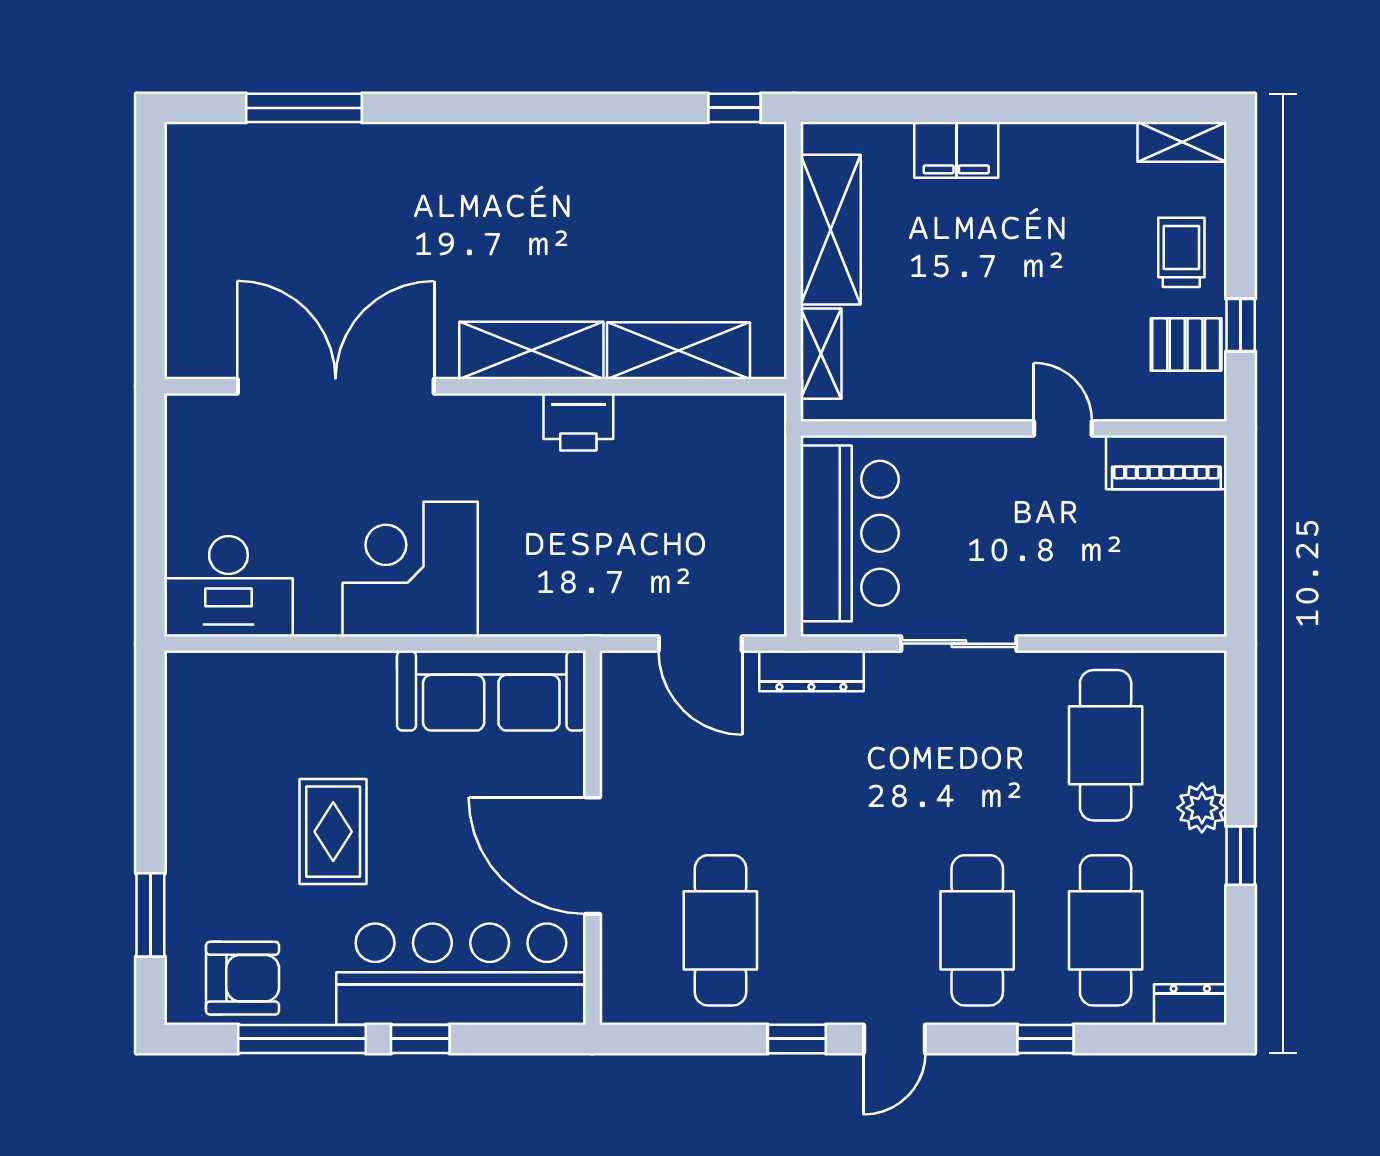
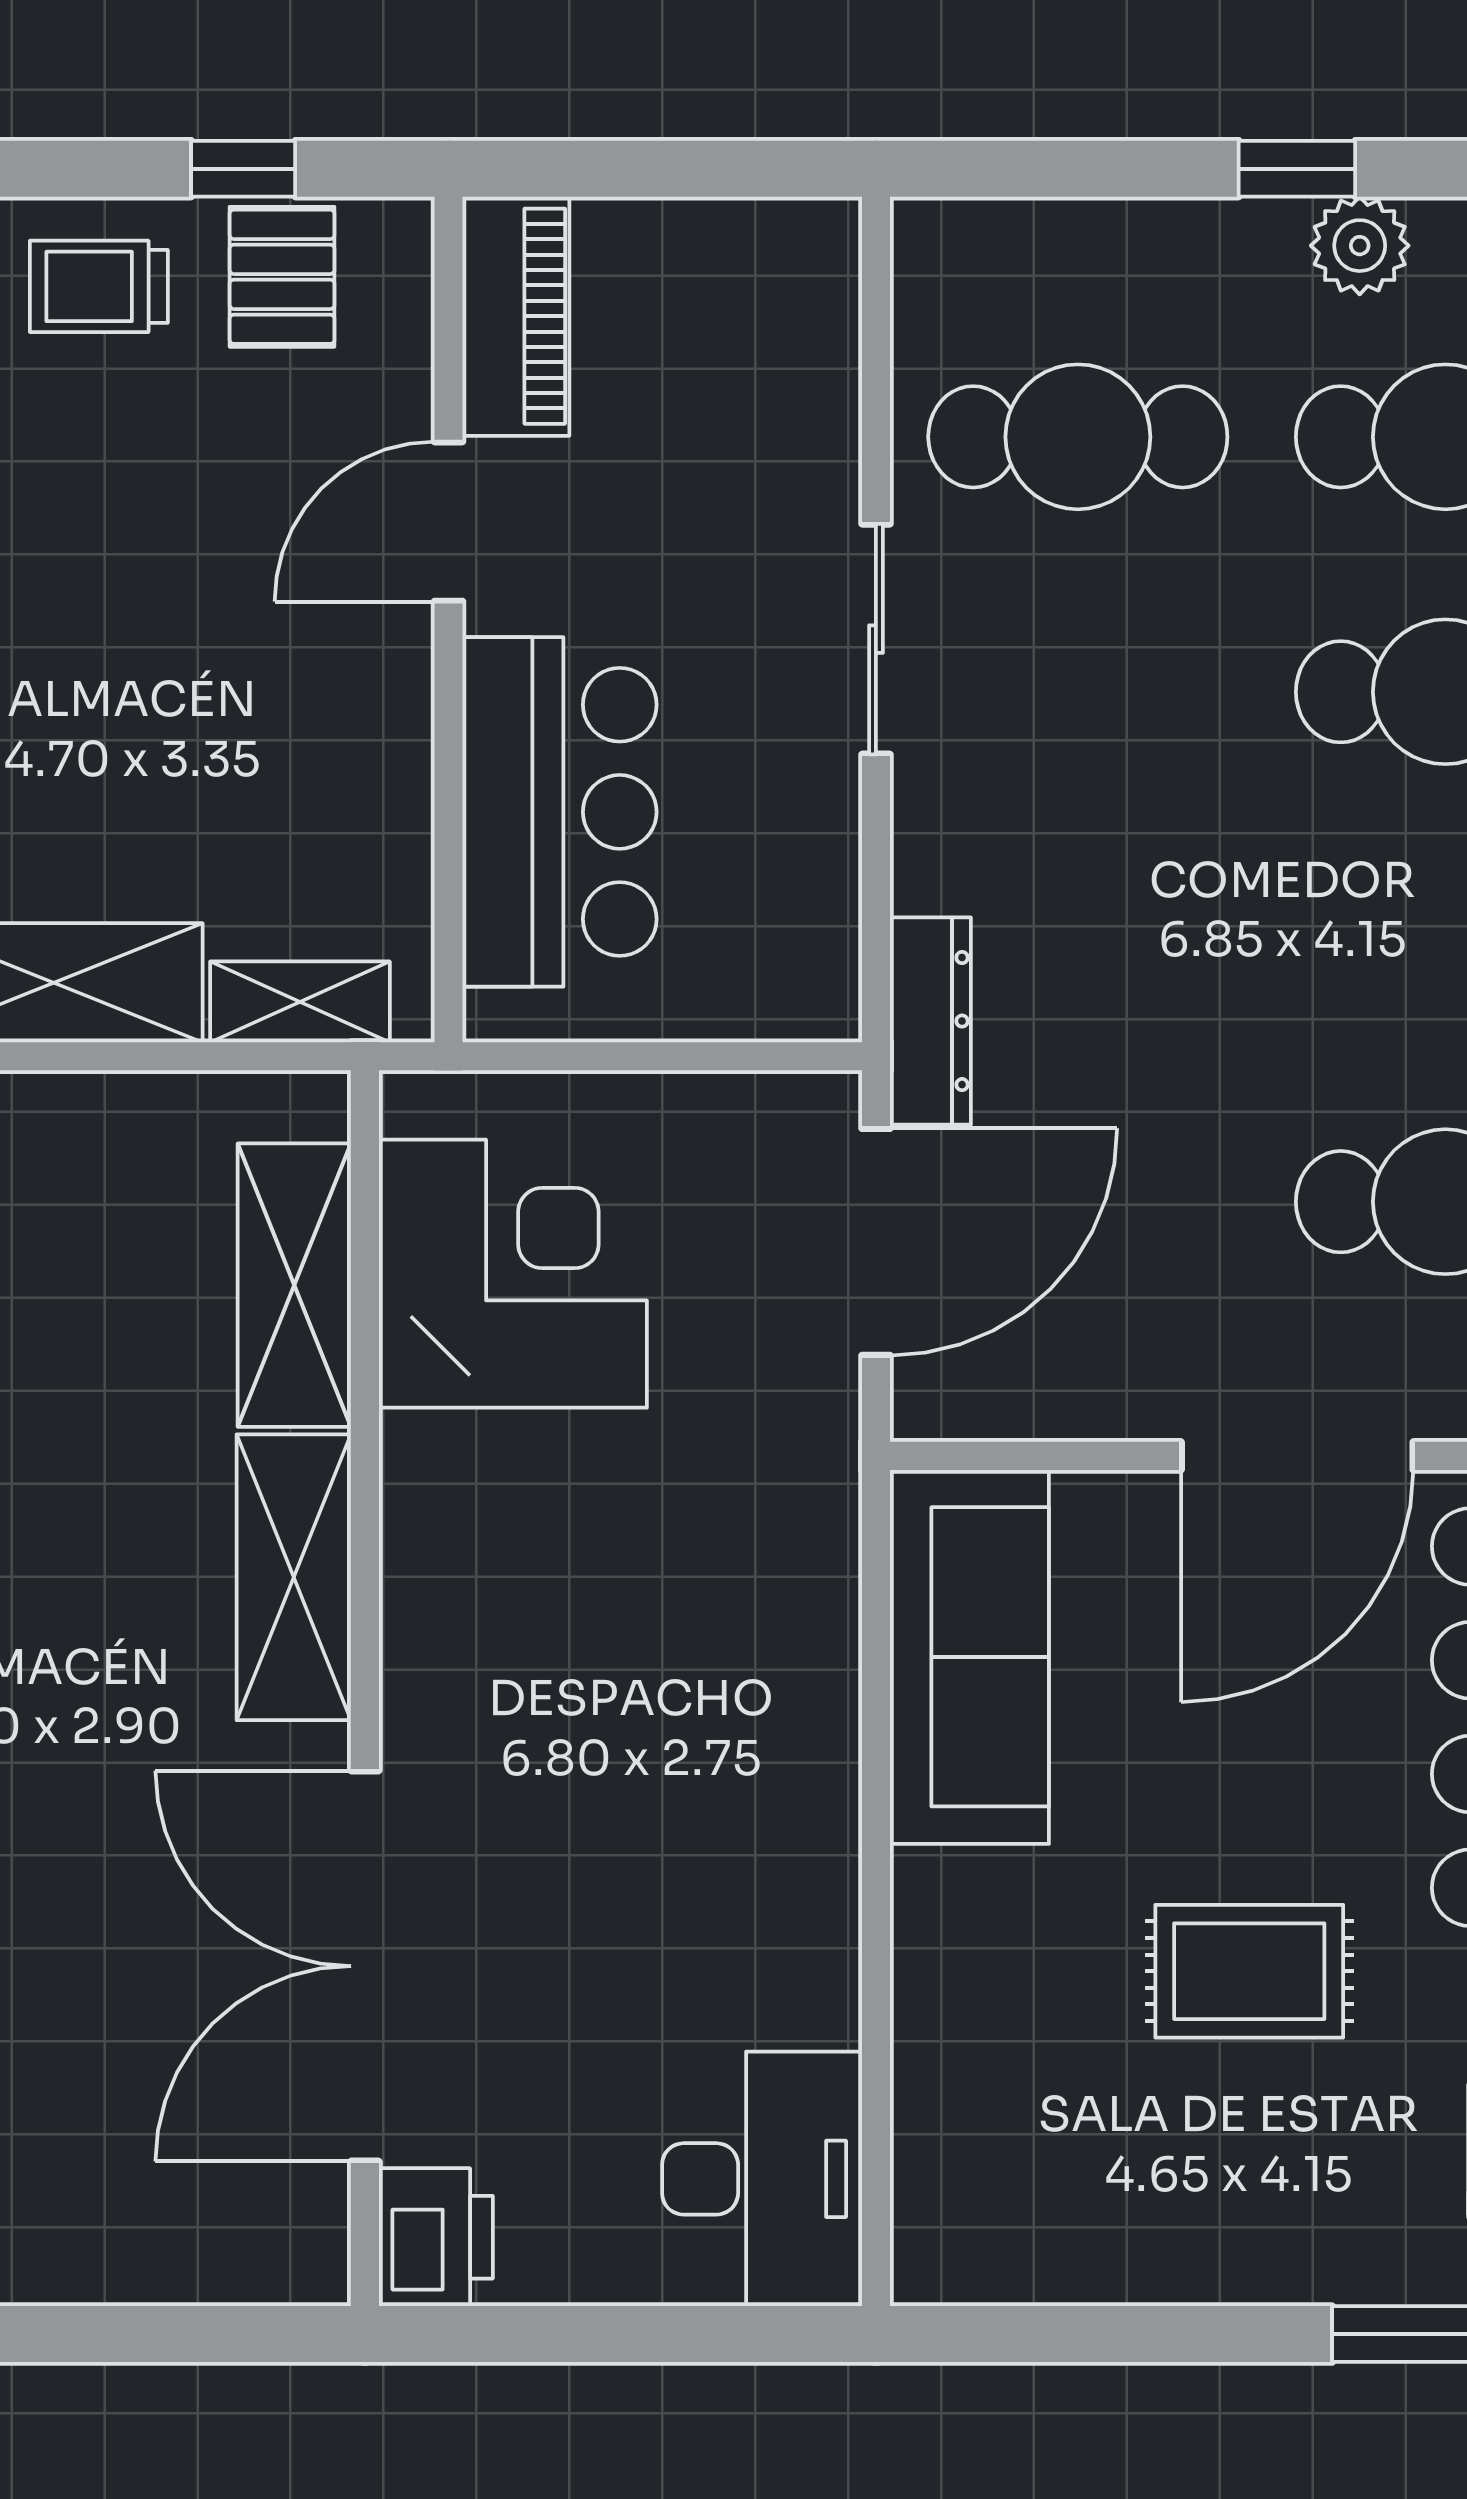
printer: (578, 422) -> (436, 2237), moved
door: (1063, 428) -> (448, 522), width x1.38
bar counter: (850, 533) -> (560, 812), moved, turned 90
corner desk: (410, 569) -> (513, 1274), moved, turned 180
door: (700, 644) -> (876, 1242), width x1.36
sliding door: (959, 644) -> (876, 639), moved
plant: (1202, 808) -> (1360, 246), moved

